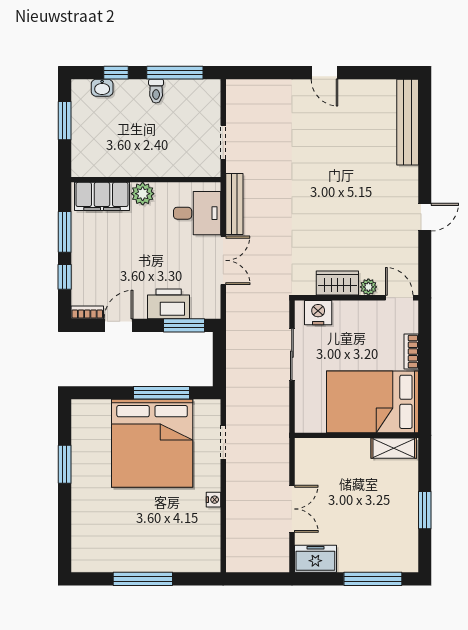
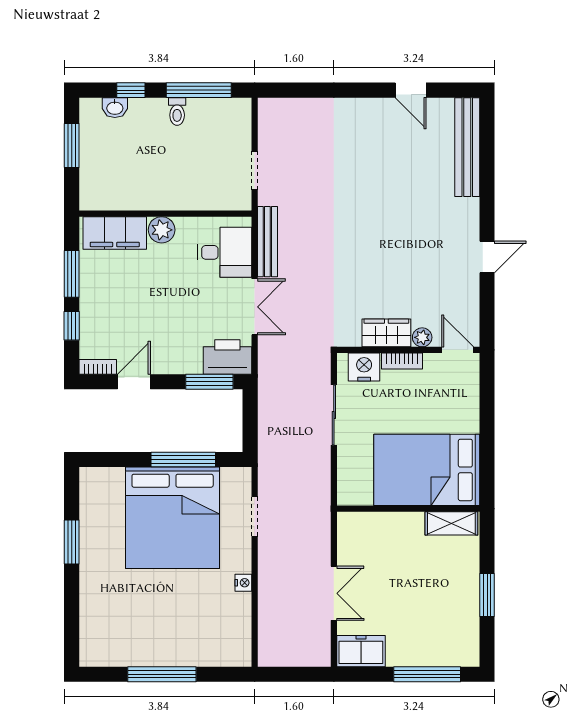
door: (325, 73) -> (411, 90), moved
printer: (169, 304) -> (227, 357), moved
bookcase: (411, 352) -> (402, 361), moved, turned -90

